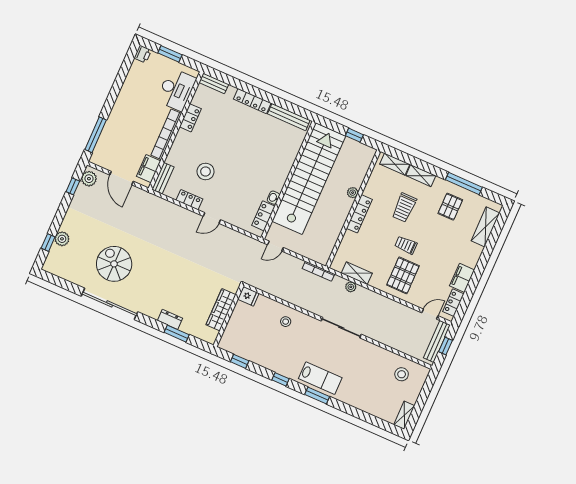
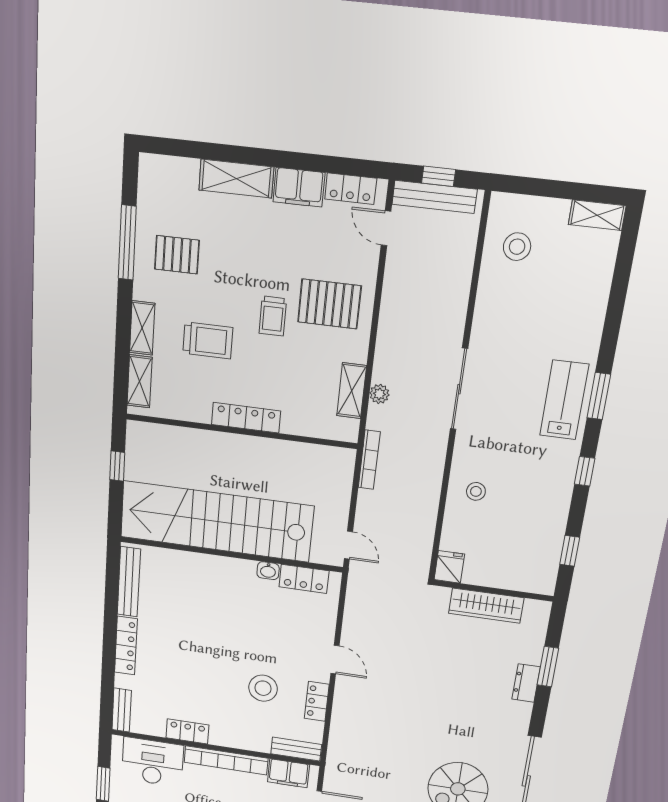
plant: (353, 193) -> (214, 440), removed
shelving: (485, 227) -> (236, 179), moved

